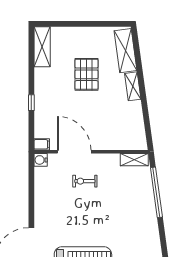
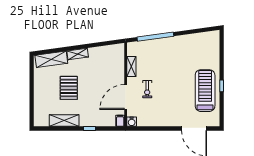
shelving: (42, 47) -> (64, 121), moved
pallet: (86, 74) -> (69, 88), turned 90
shelving: (134, 160) -> (131, 66), moved

